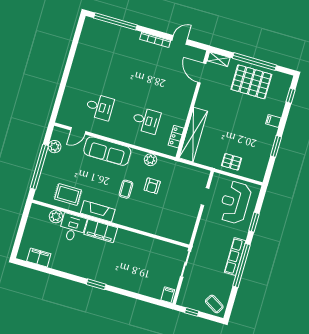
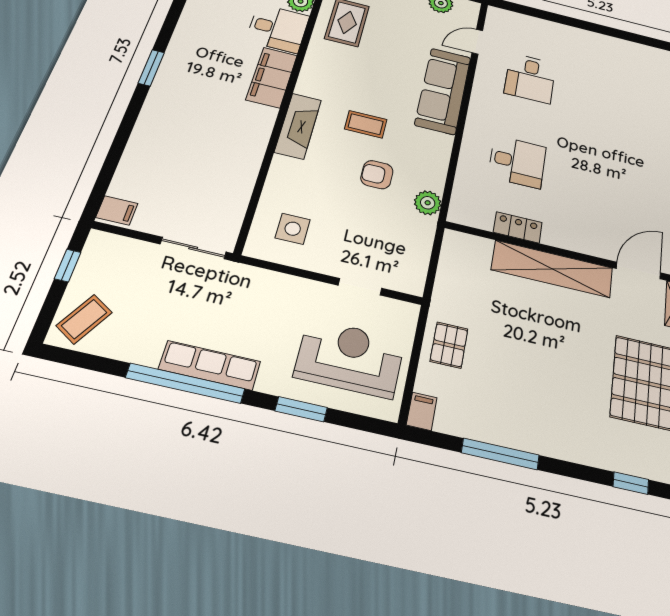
desk: (146, 120) -> (517, 162), turned -90
filing cabinet: (273, 121) -> (422, 411), moved
door: (78, 131) -> (477, 42), hinge flipped
shelving: (193, 135) -> (552, 269), moved
locker: (176, 137) -> (518, 227), moved
window: (276, 146) -> (500, 454), width x1.44
plant: (150, 160) -> (428, 203), moved
fireplace: (98, 211) -> (298, 126), moved
side table: (178, 223) -> (293, 229), added

